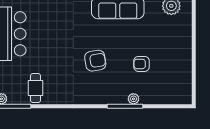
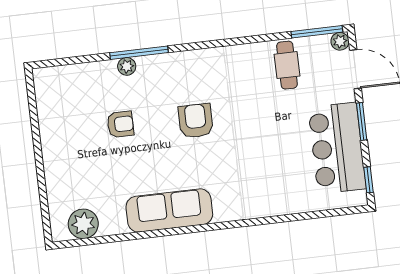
armchair: (95, 61) -> (196, 121), turned 99

